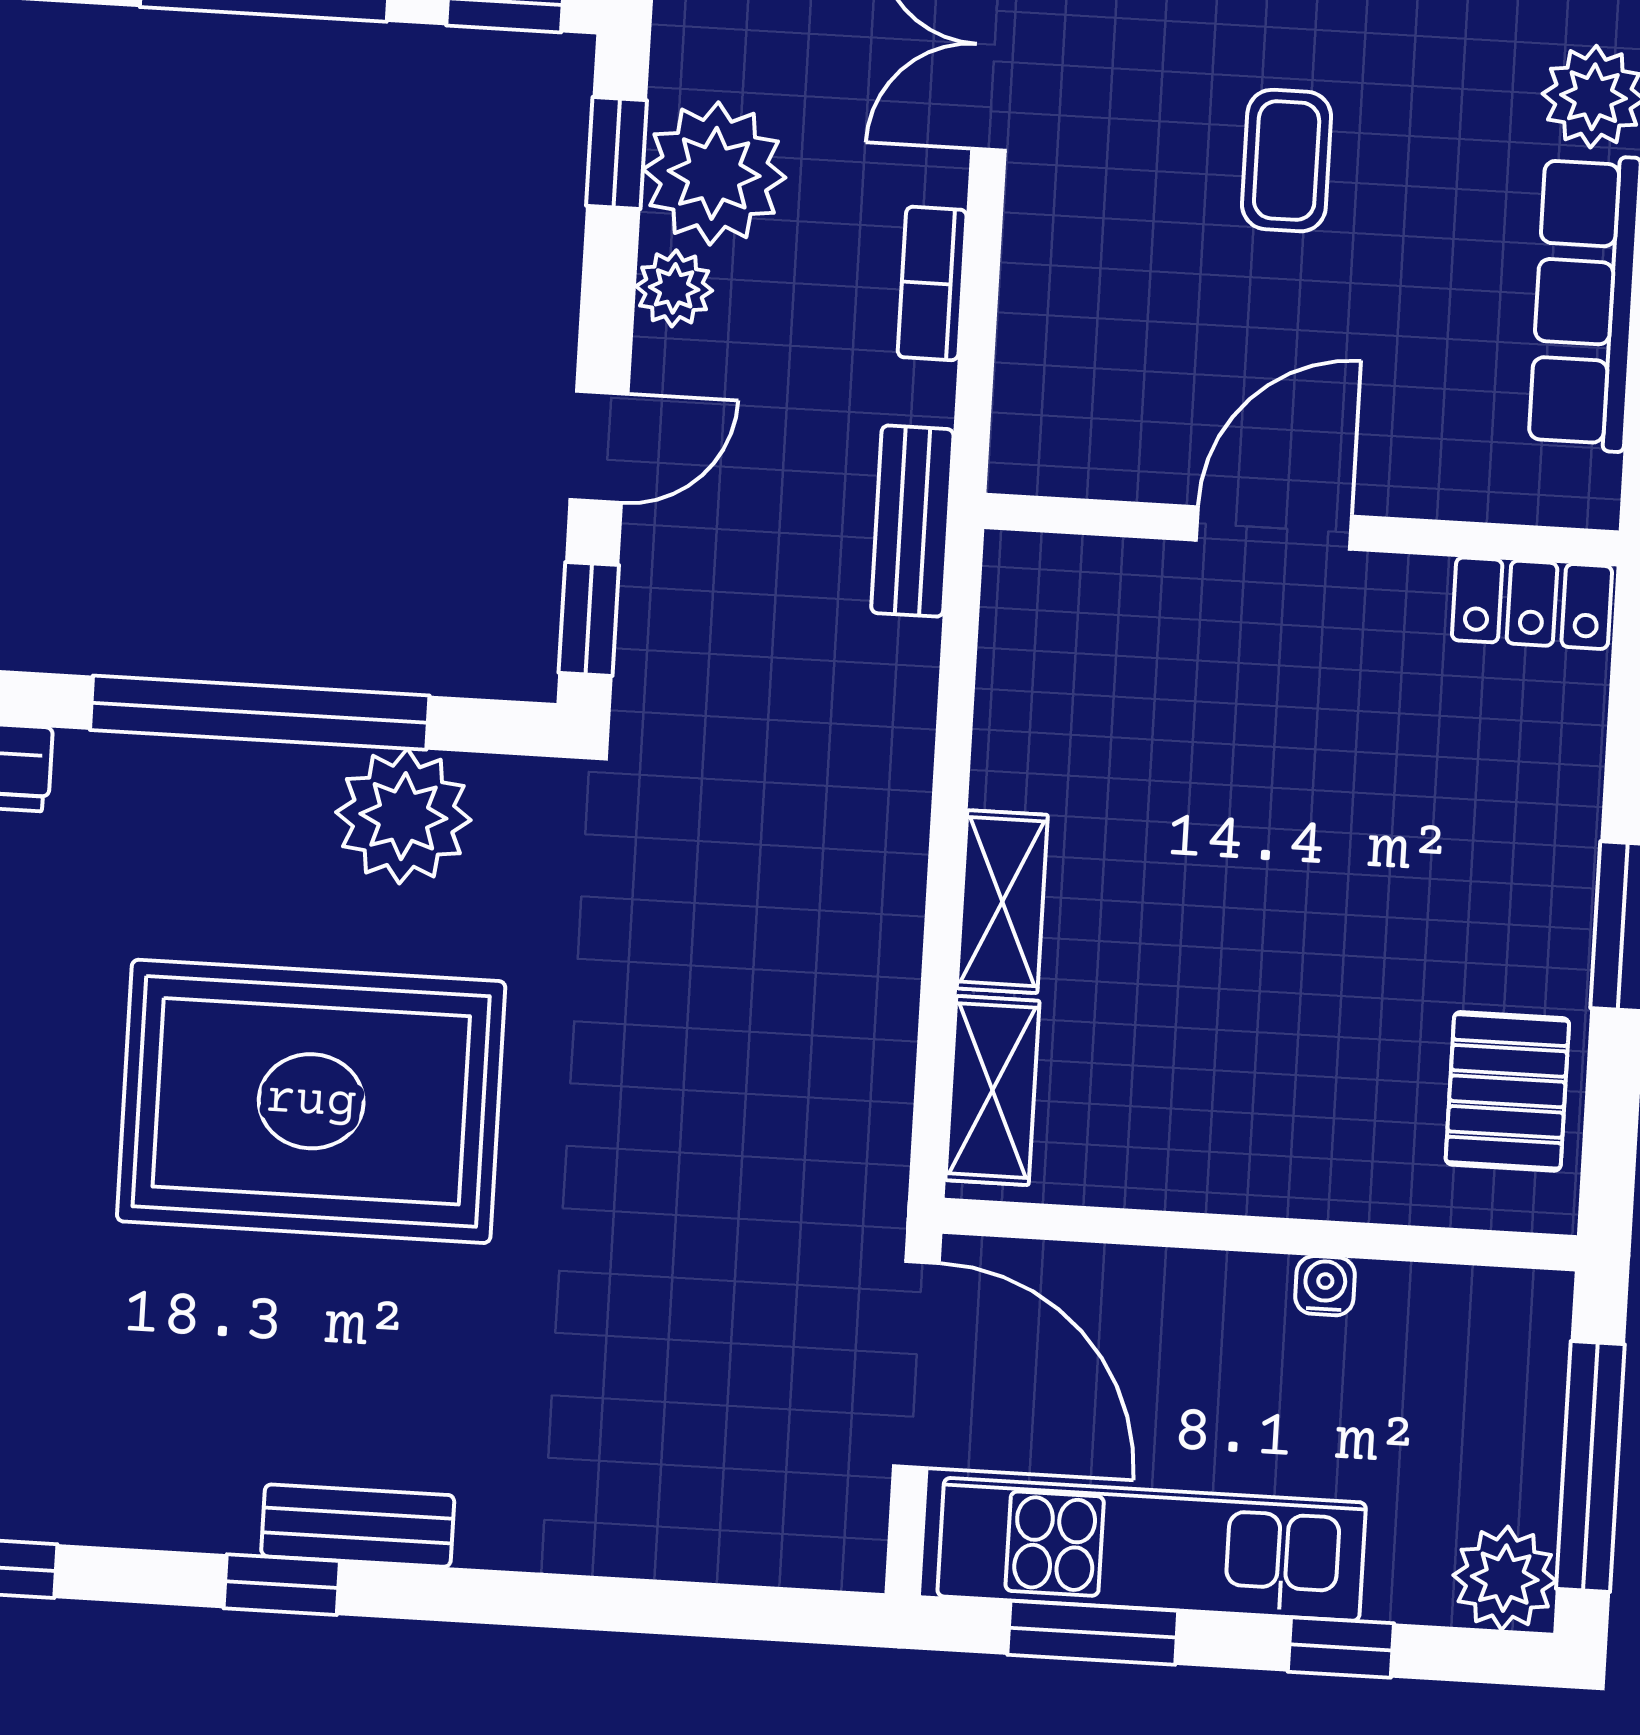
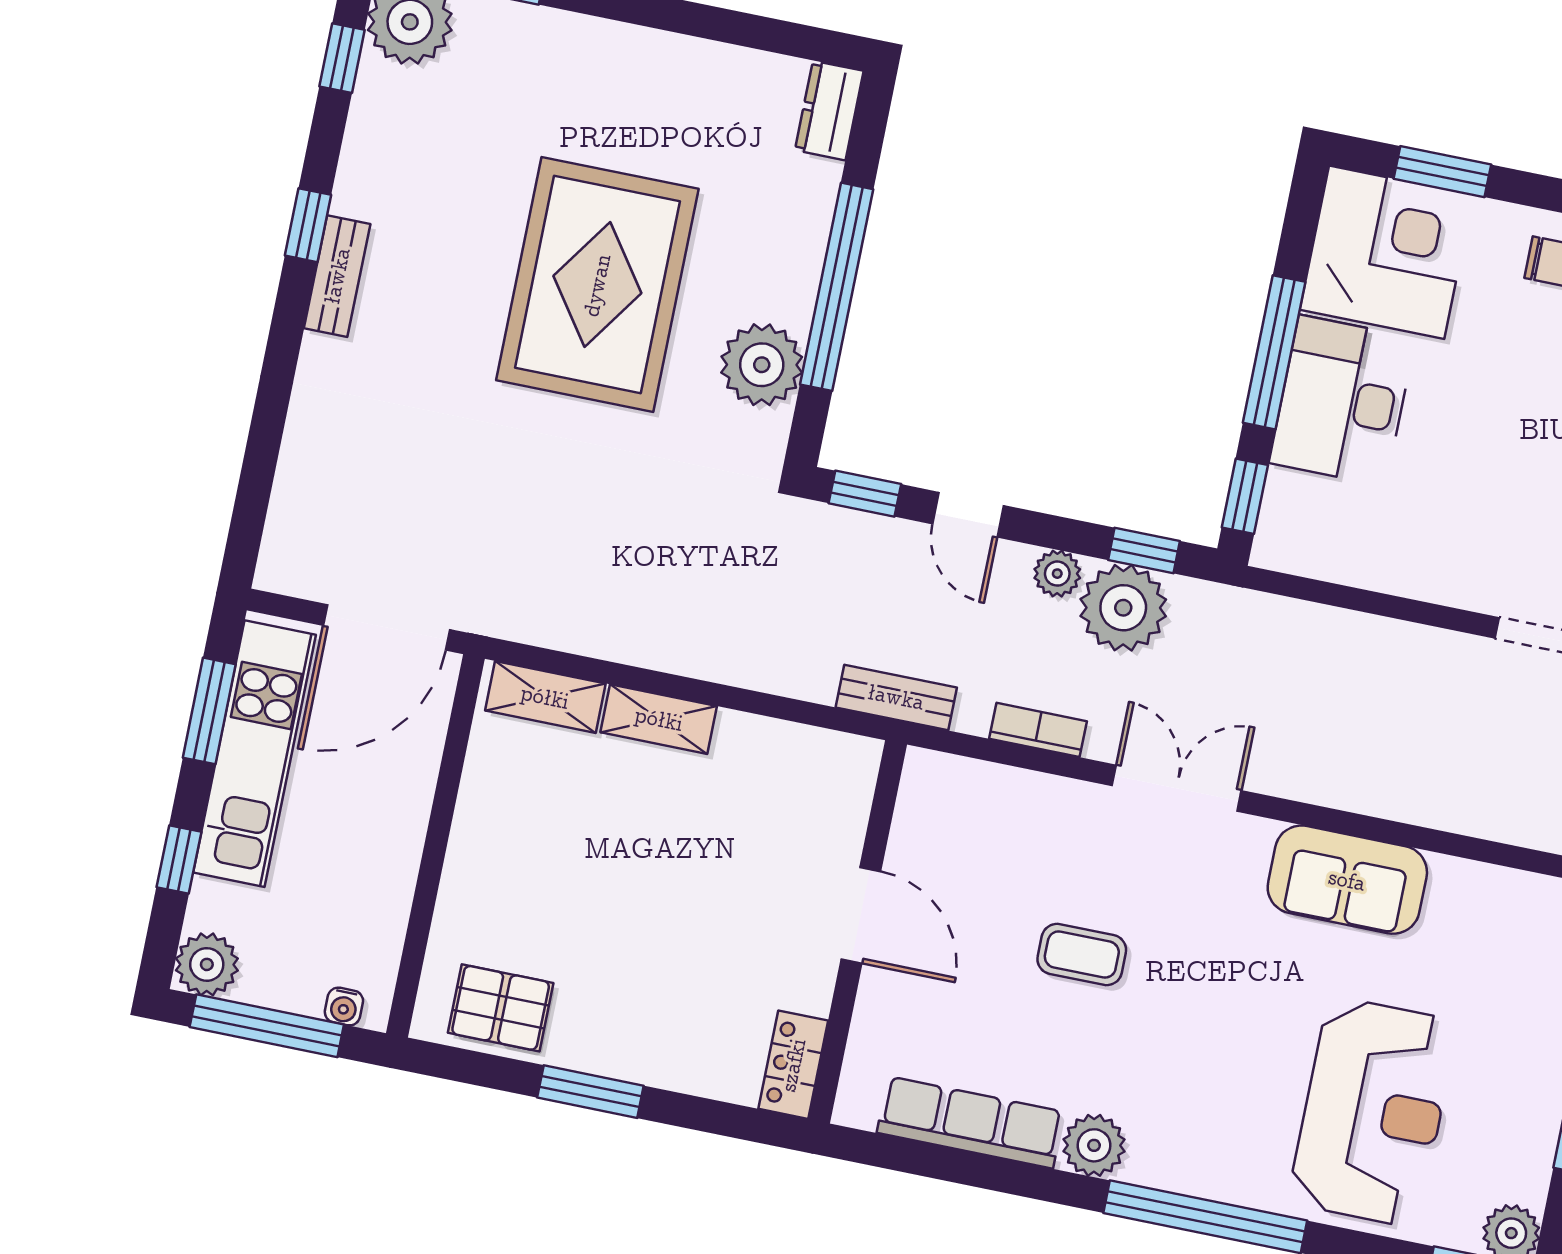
water cooler: (1325, 1286) -> (344, 1006), moved, turned 90

